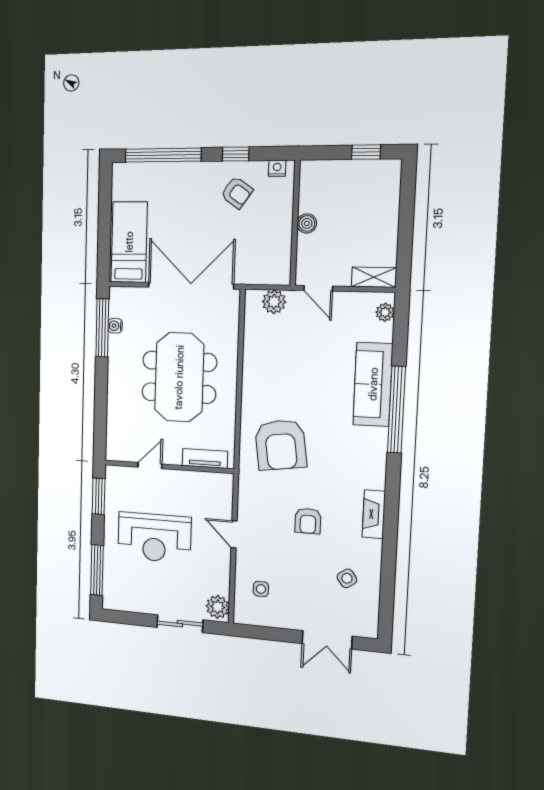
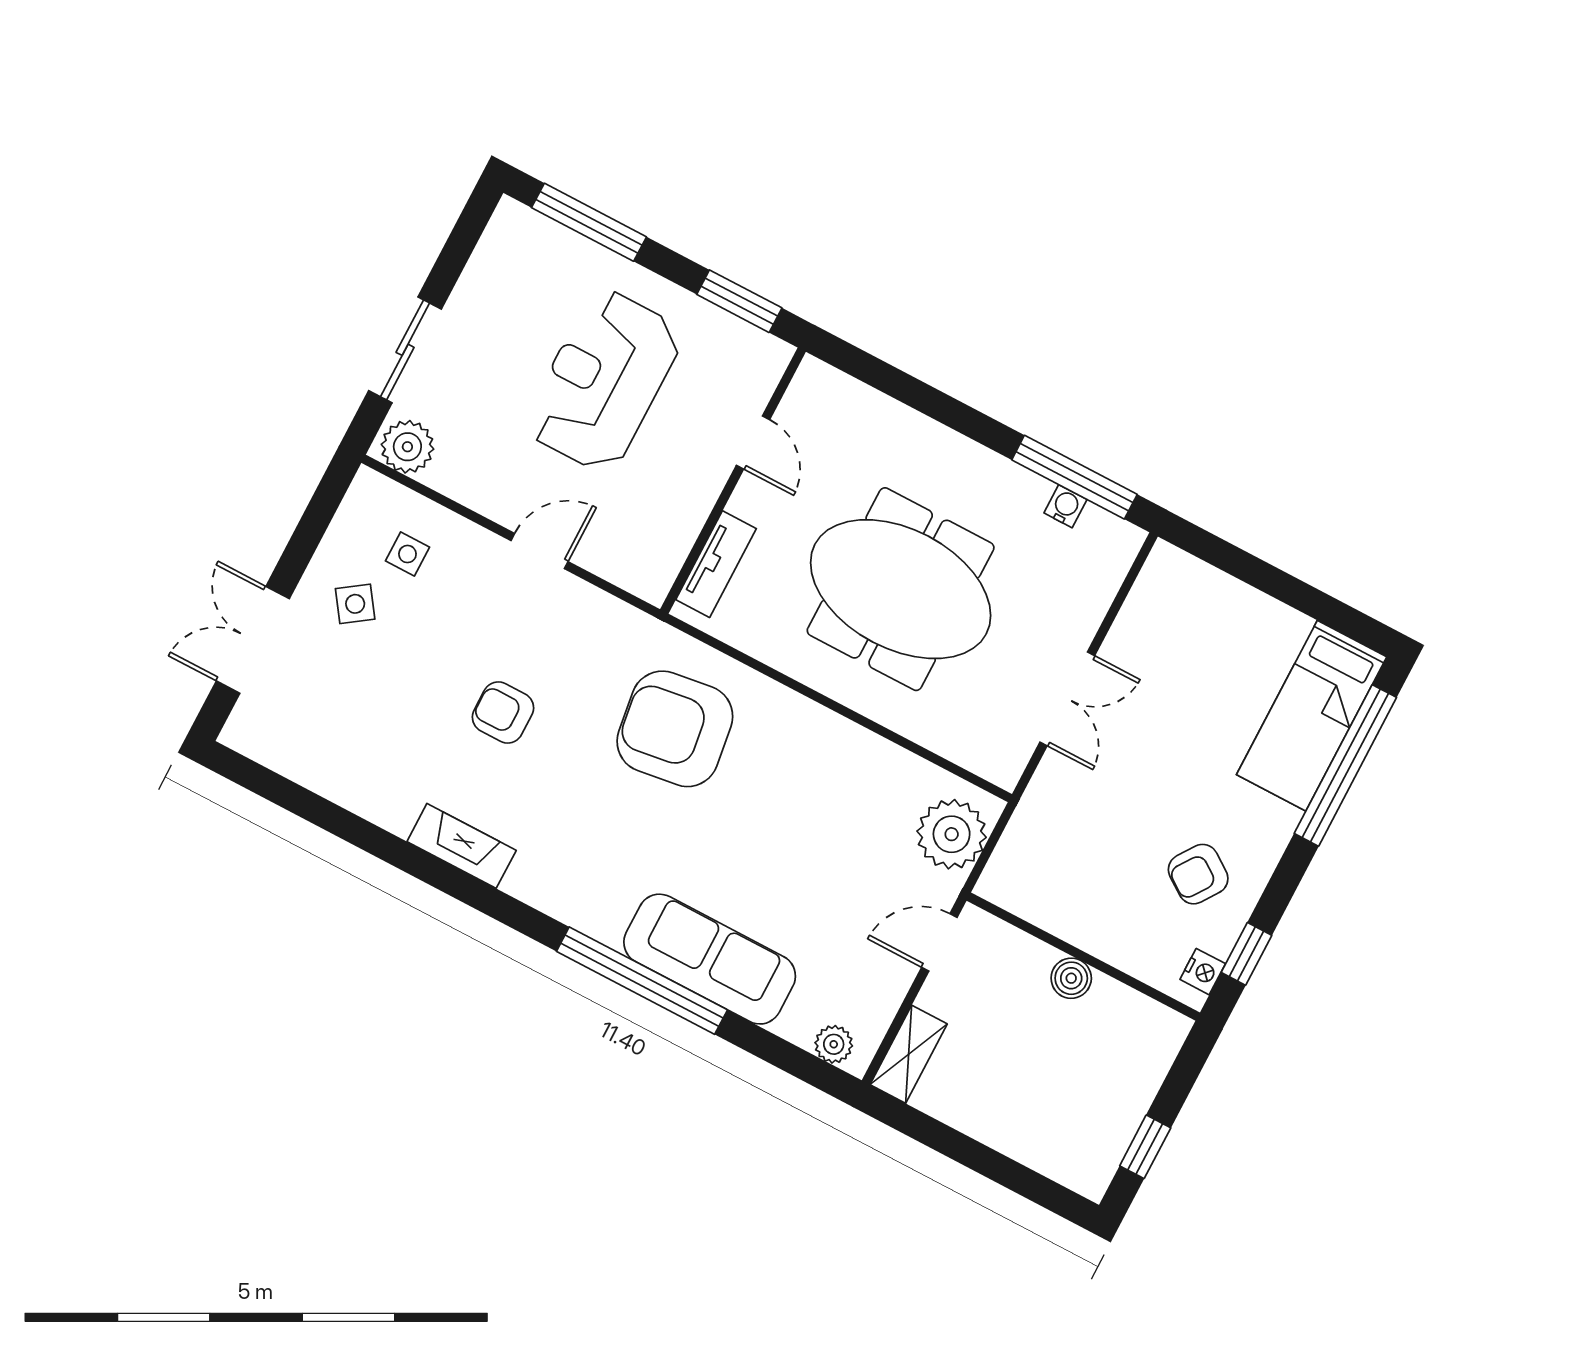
window: (236, 154) -> (1246, 954), moved
bed: (129, 242) -> (1312, 716), moved, turned 90
double door: (191, 286) -> (1067, 699), width x0.54
plant: (274, 302) -> (952, 834), width x1.36, depth x1.36
side table: (347, 578) -> (355, 604), moved

